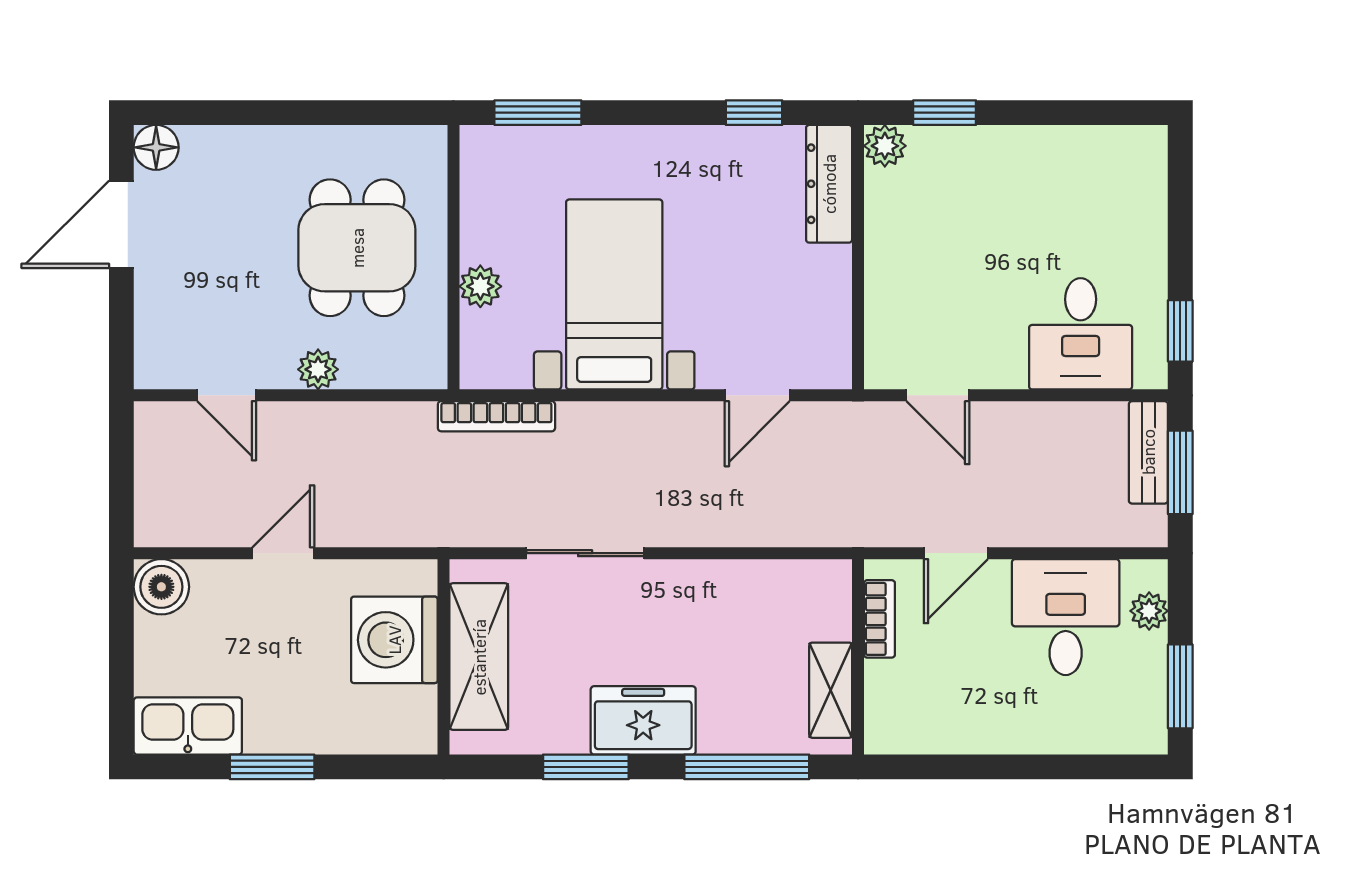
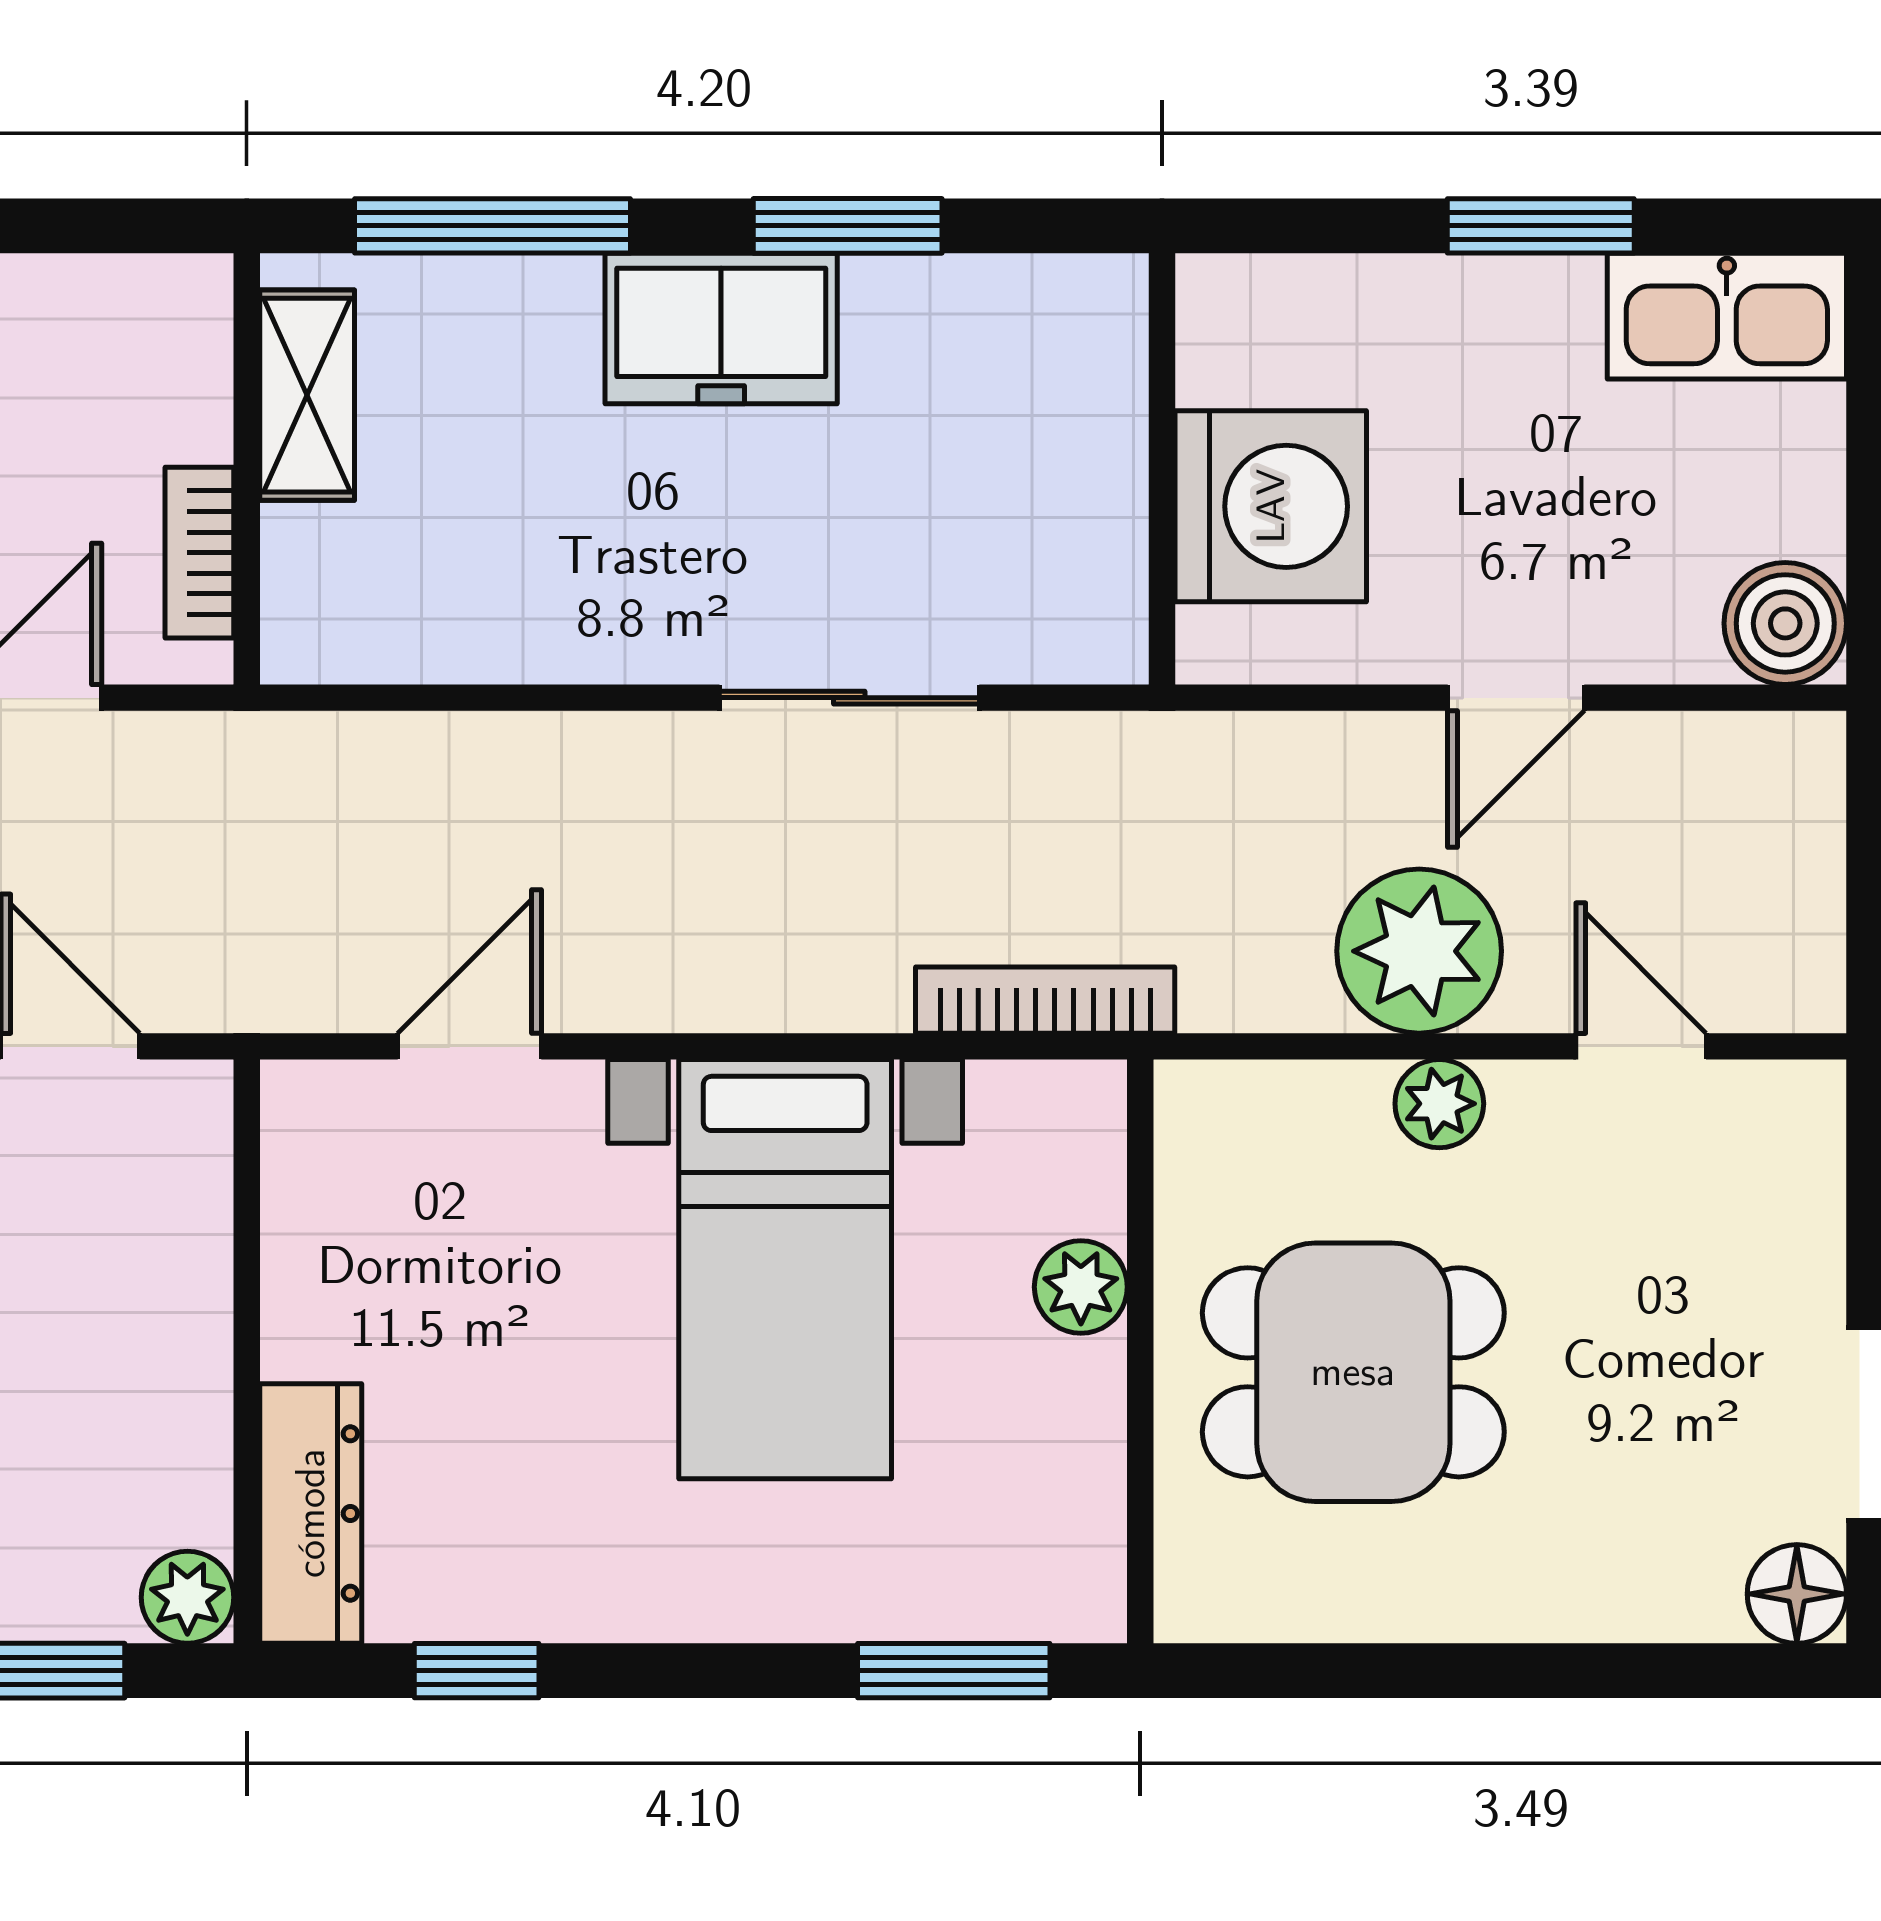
dining table: (357, 248) -> (1353, 1372), turned 90
plant: (327, 438) -> (1419, 951), added
shelving: (479, 657) -> (1084, 469), removed

